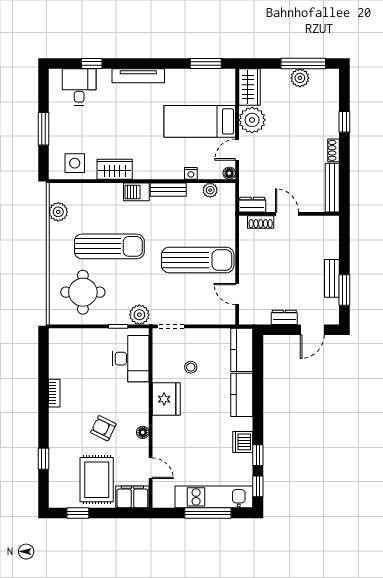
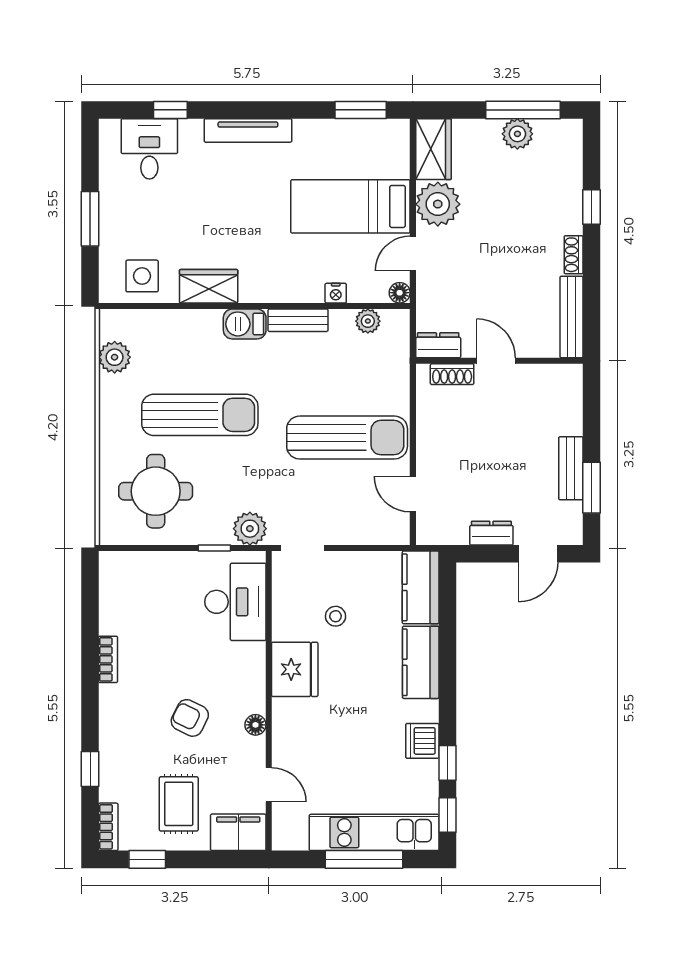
rug: (97, 480) -> (179, 804), width x0.73, depth x0.70
bookcase: (54, 494) -> (108, 827), added

